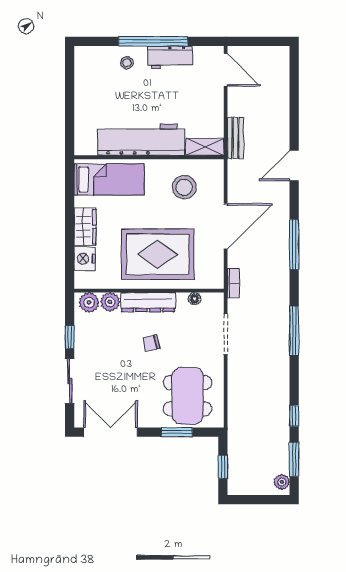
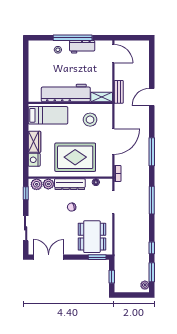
door: (294, 166) -> (152, 97), moved
window: (70, 337) -> (26, 193), moved
window: (177, 432) -> (97, 257), moved

